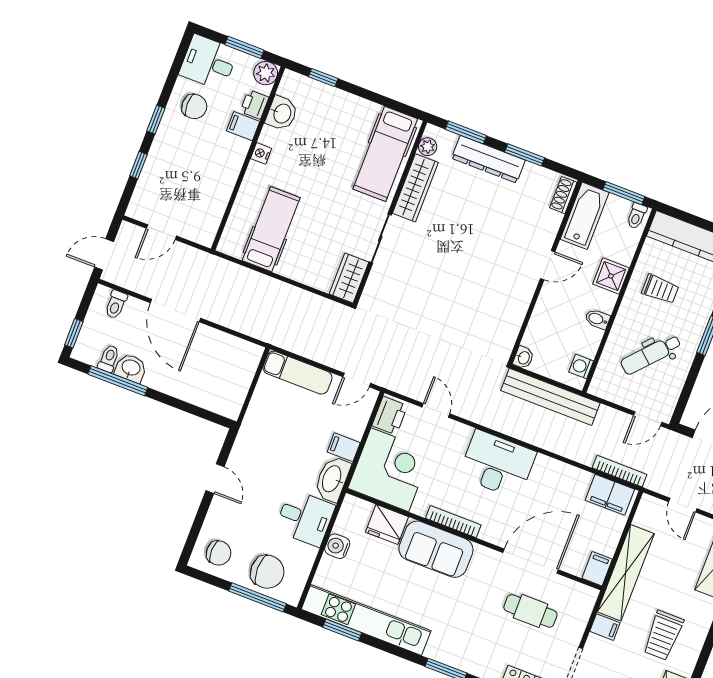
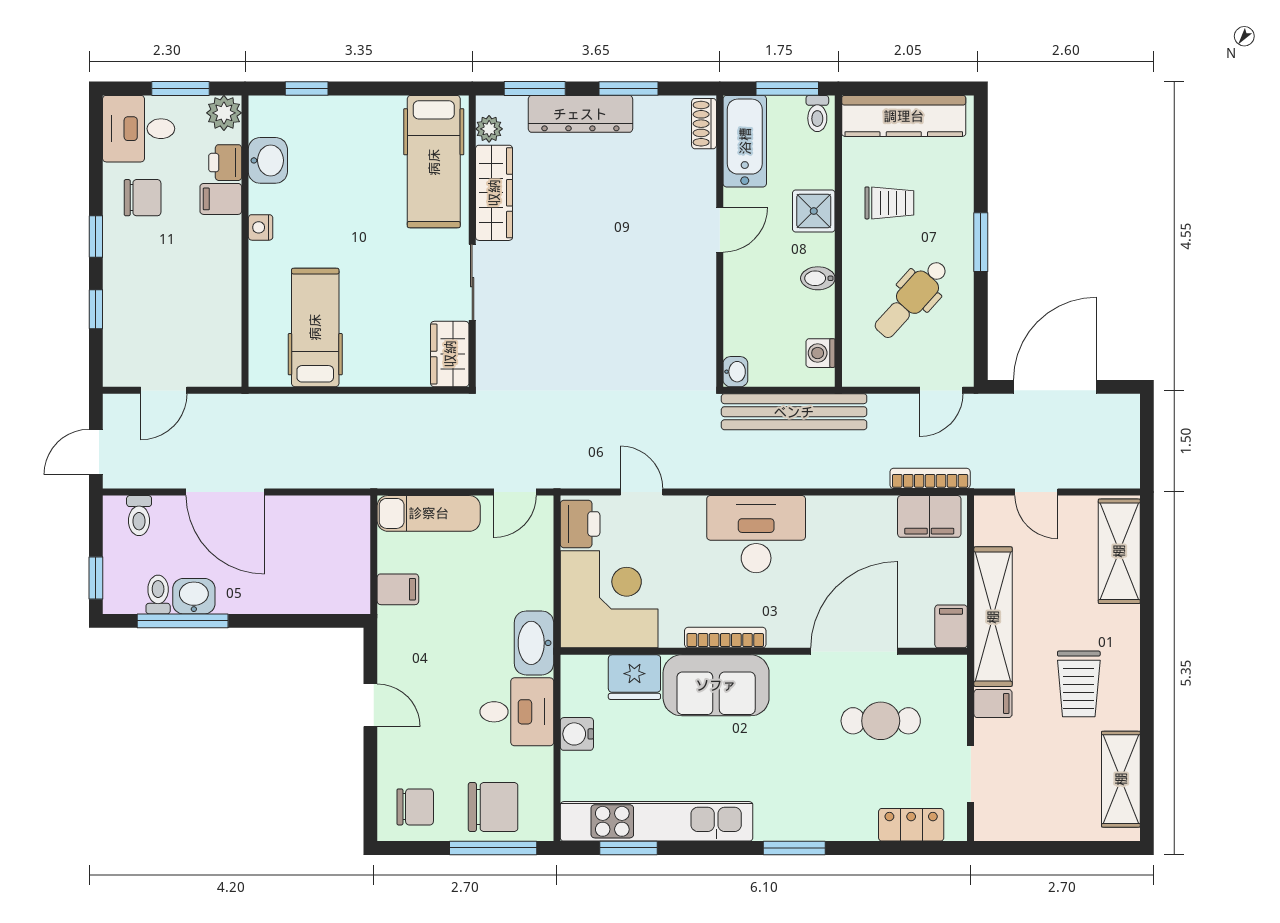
filing cabinet: (344, 447) -> (398, 589), moved, turned 180

